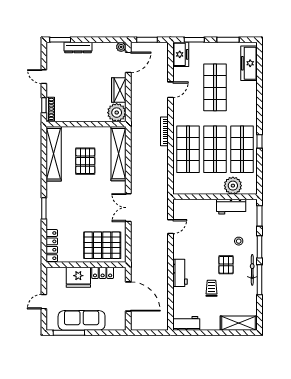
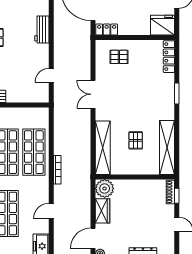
pallet: (85, 161) -> (136, 140), width x0.67, depth x0.71
double door: (128, 208) -> (93, 94), swing flipped
pallet: (102, 245) -> (119, 57), width x0.49, depth x0.50
locker: (103, 273) -> (107, 30), moved
fridge: (78, 277) -> (162, 25), moved
trolley: (211, 288) -> (11, 14), removed

